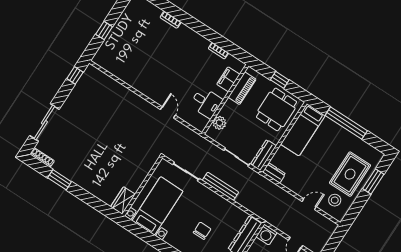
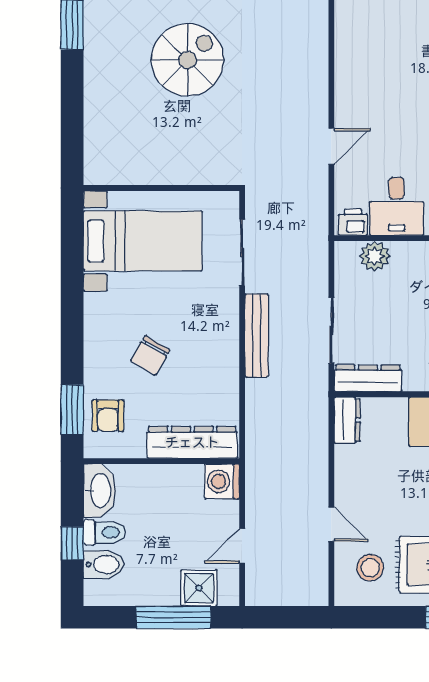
printer: (202, 123) -> (353, 222), added
spiral stairs: (101, 145) -> (188, 60), added
wardrobe: (123, 201) -> (110, 169), removed
chair: (202, 231) -> (150, 355), turned 120

